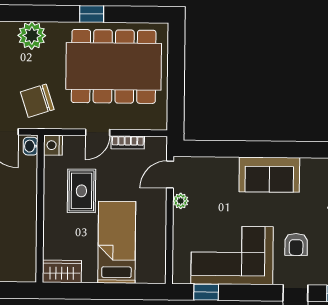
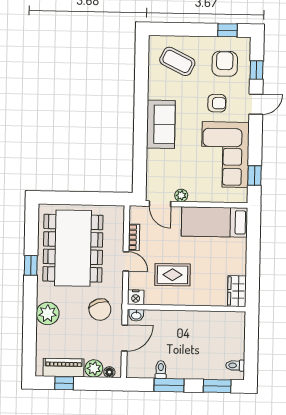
bed: (117, 242) -> (214, 222), moved

